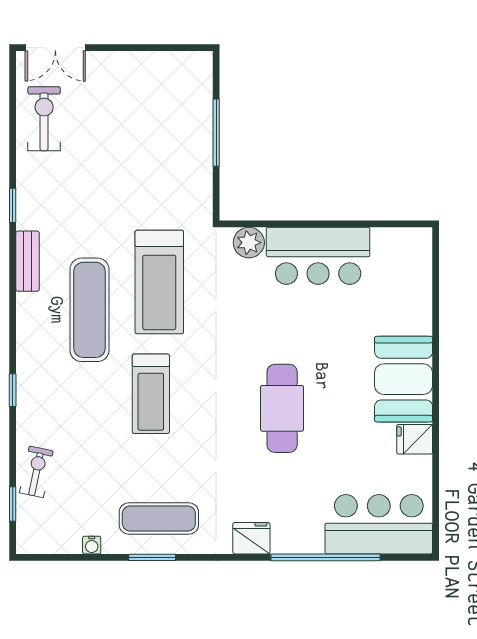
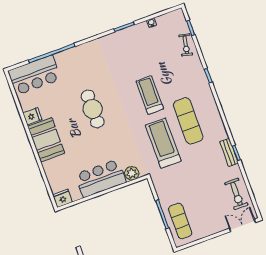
bench: (28, 261) -> (229, 152), moved
exercise mat: (159, 518) -> (180, 221), moved, turned 90
fridge: (251, 538) -> (63, 198), moved, turned 180

